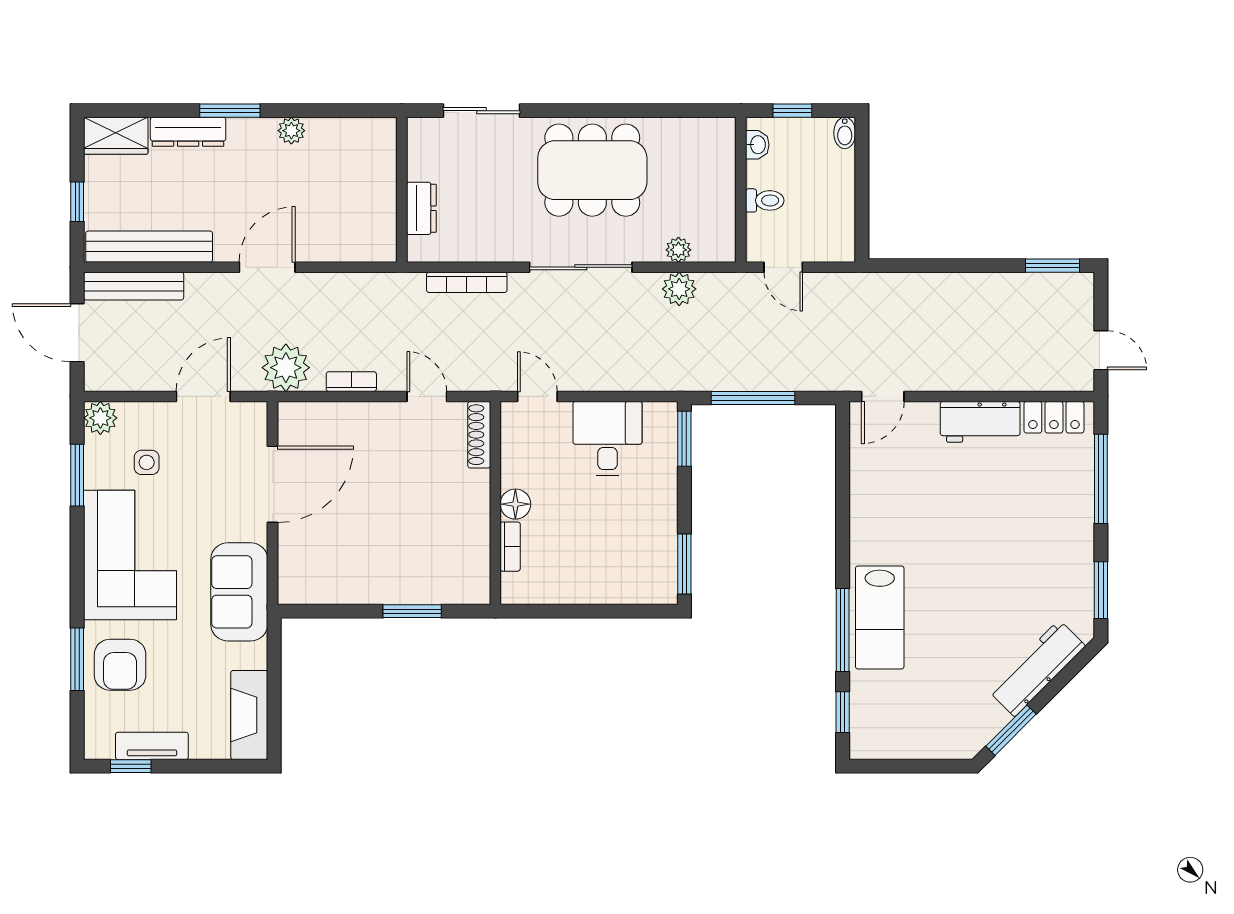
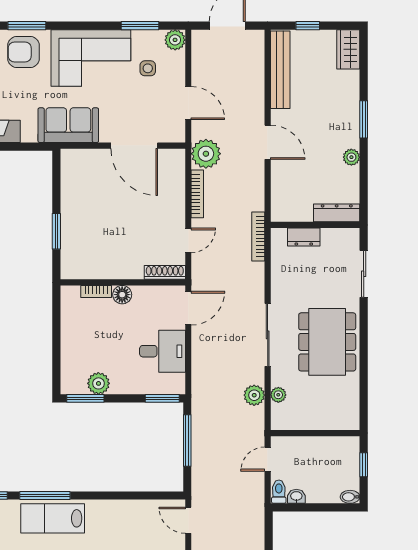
dresser: (188, 132) -> (337, 213), moved, turned 90
washbasin: (757, 145) -> (296, 496), moved, turned 180
toilet: (765, 200) -> (279, 492), moved, turned 180
bookcase: (467, 282) -> (258, 237), moved
bench: (134, 286) -> (256, 60), removed
bookcase: (351, 382) -> (197, 194), width x1.56
door: (537, 396) -> (188, 308), width x1.38
plant: (660, 543) -> (98, 383), added

